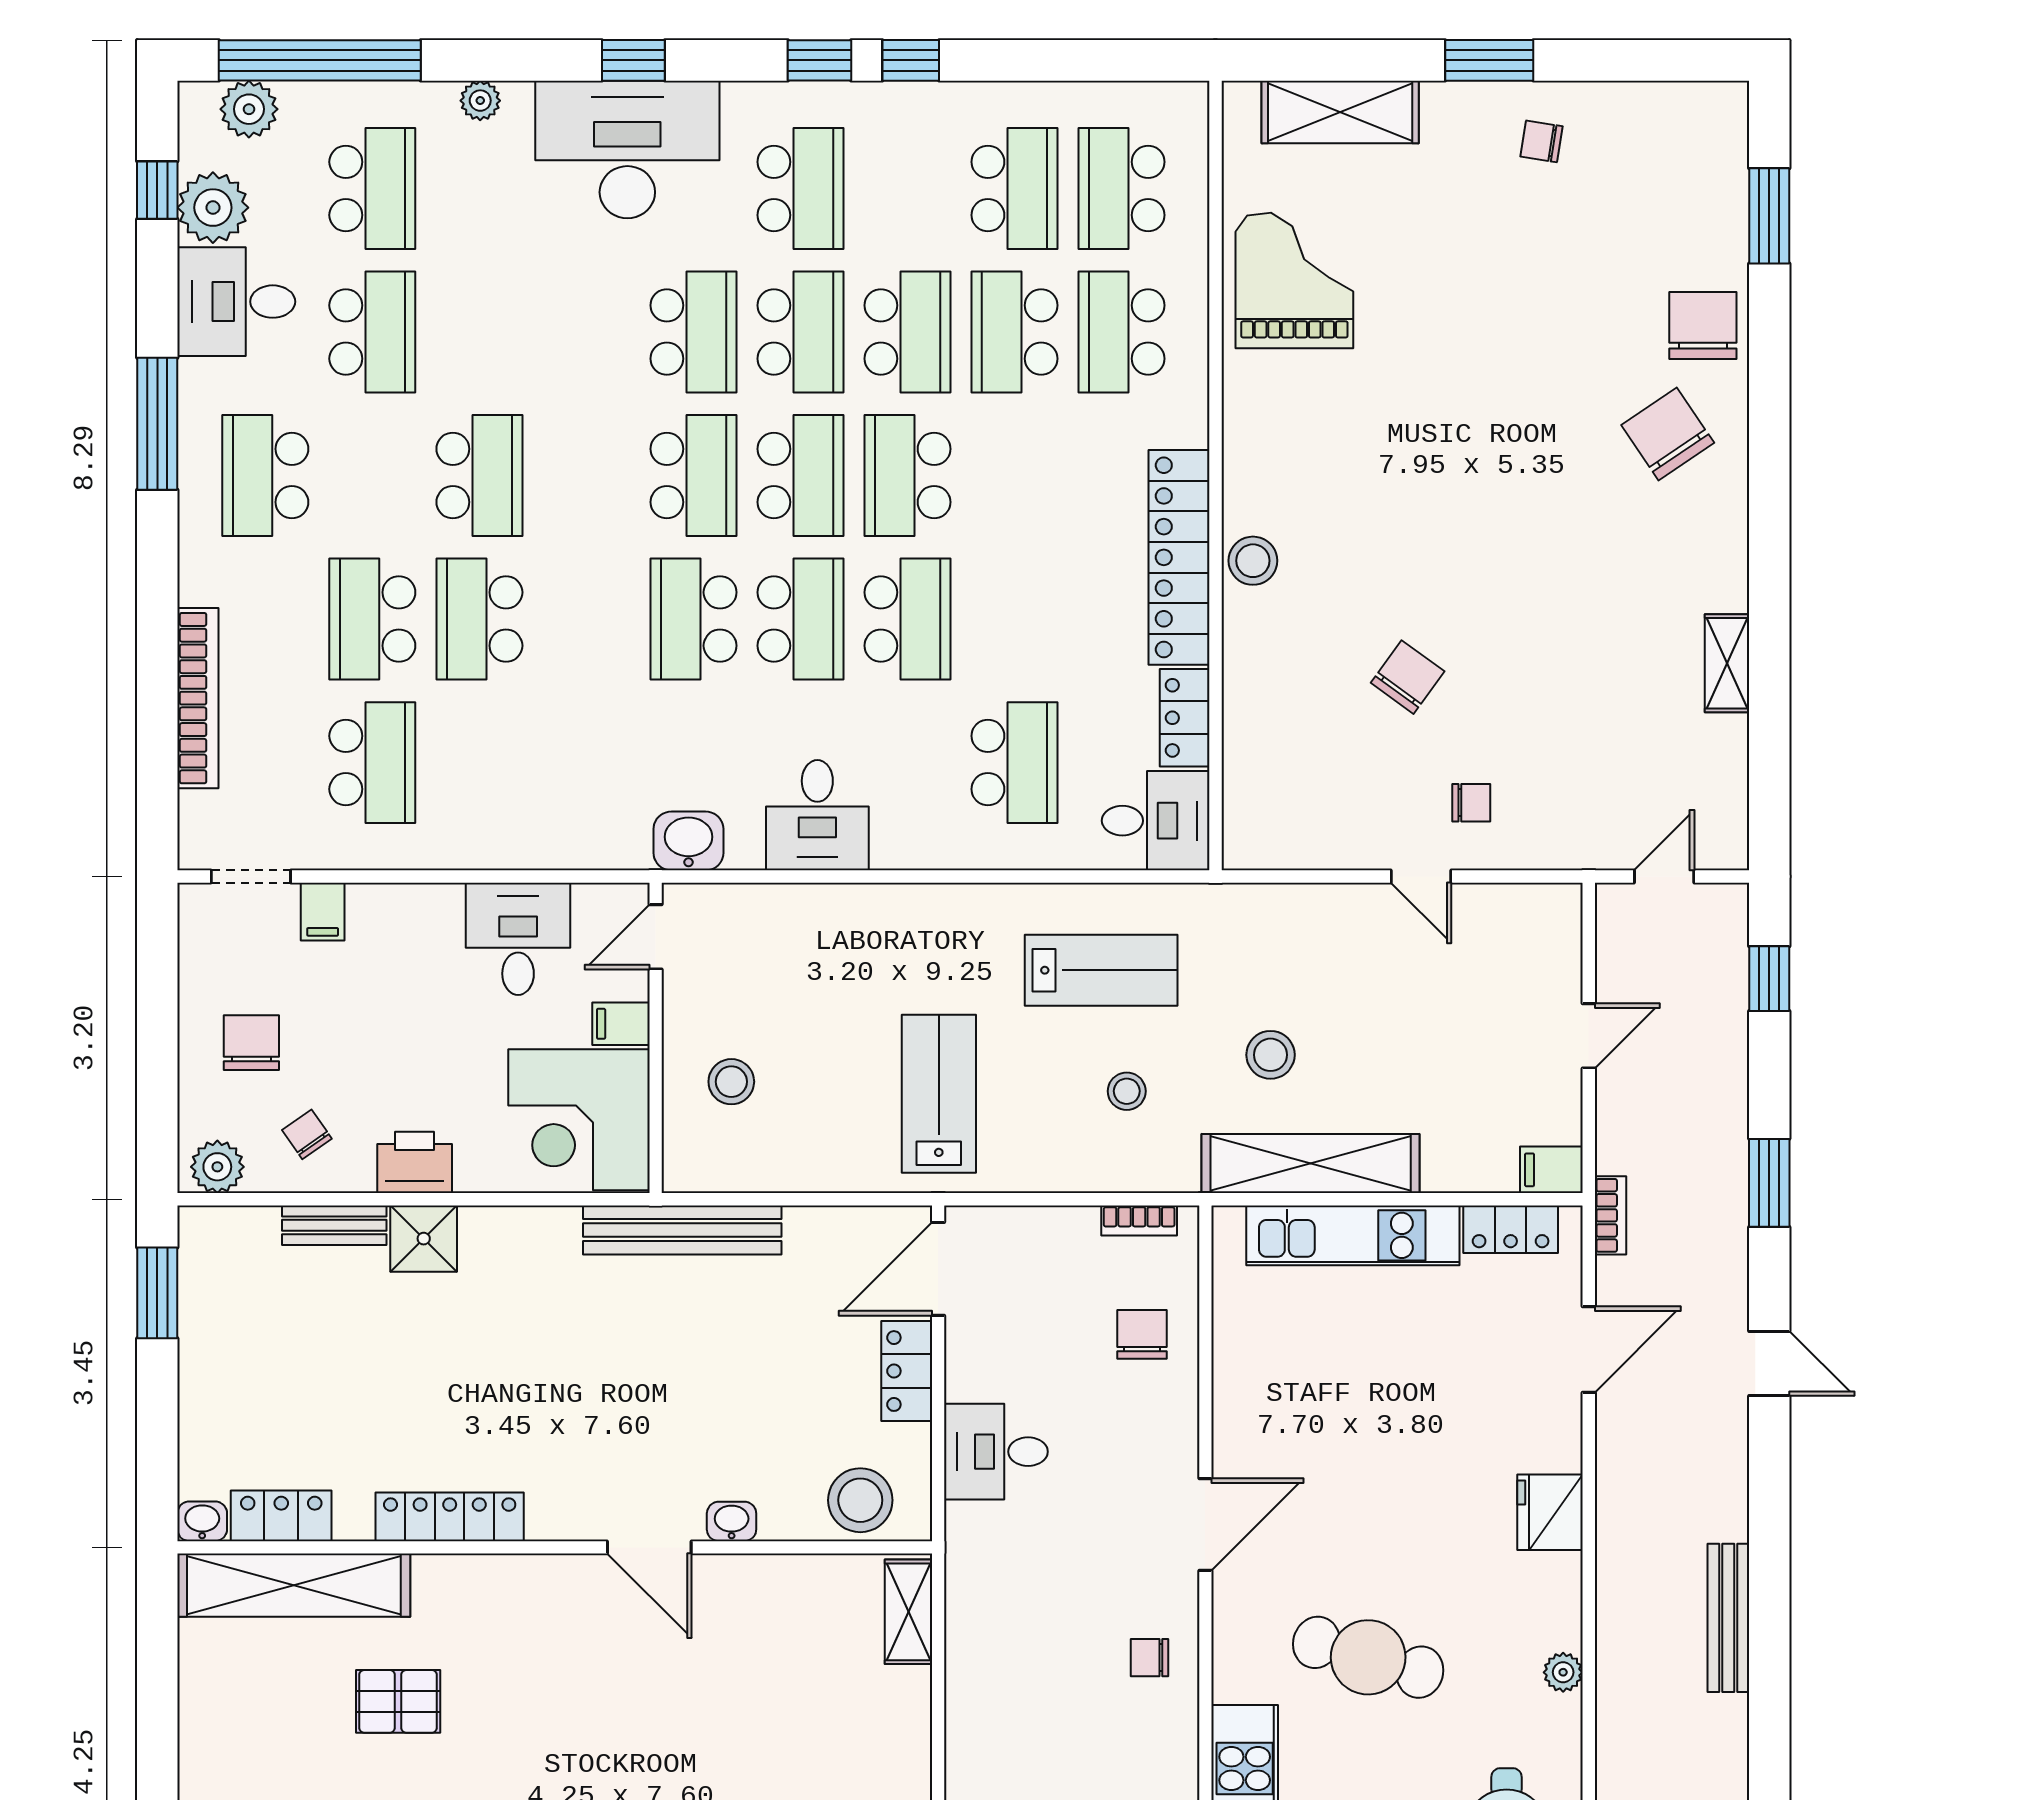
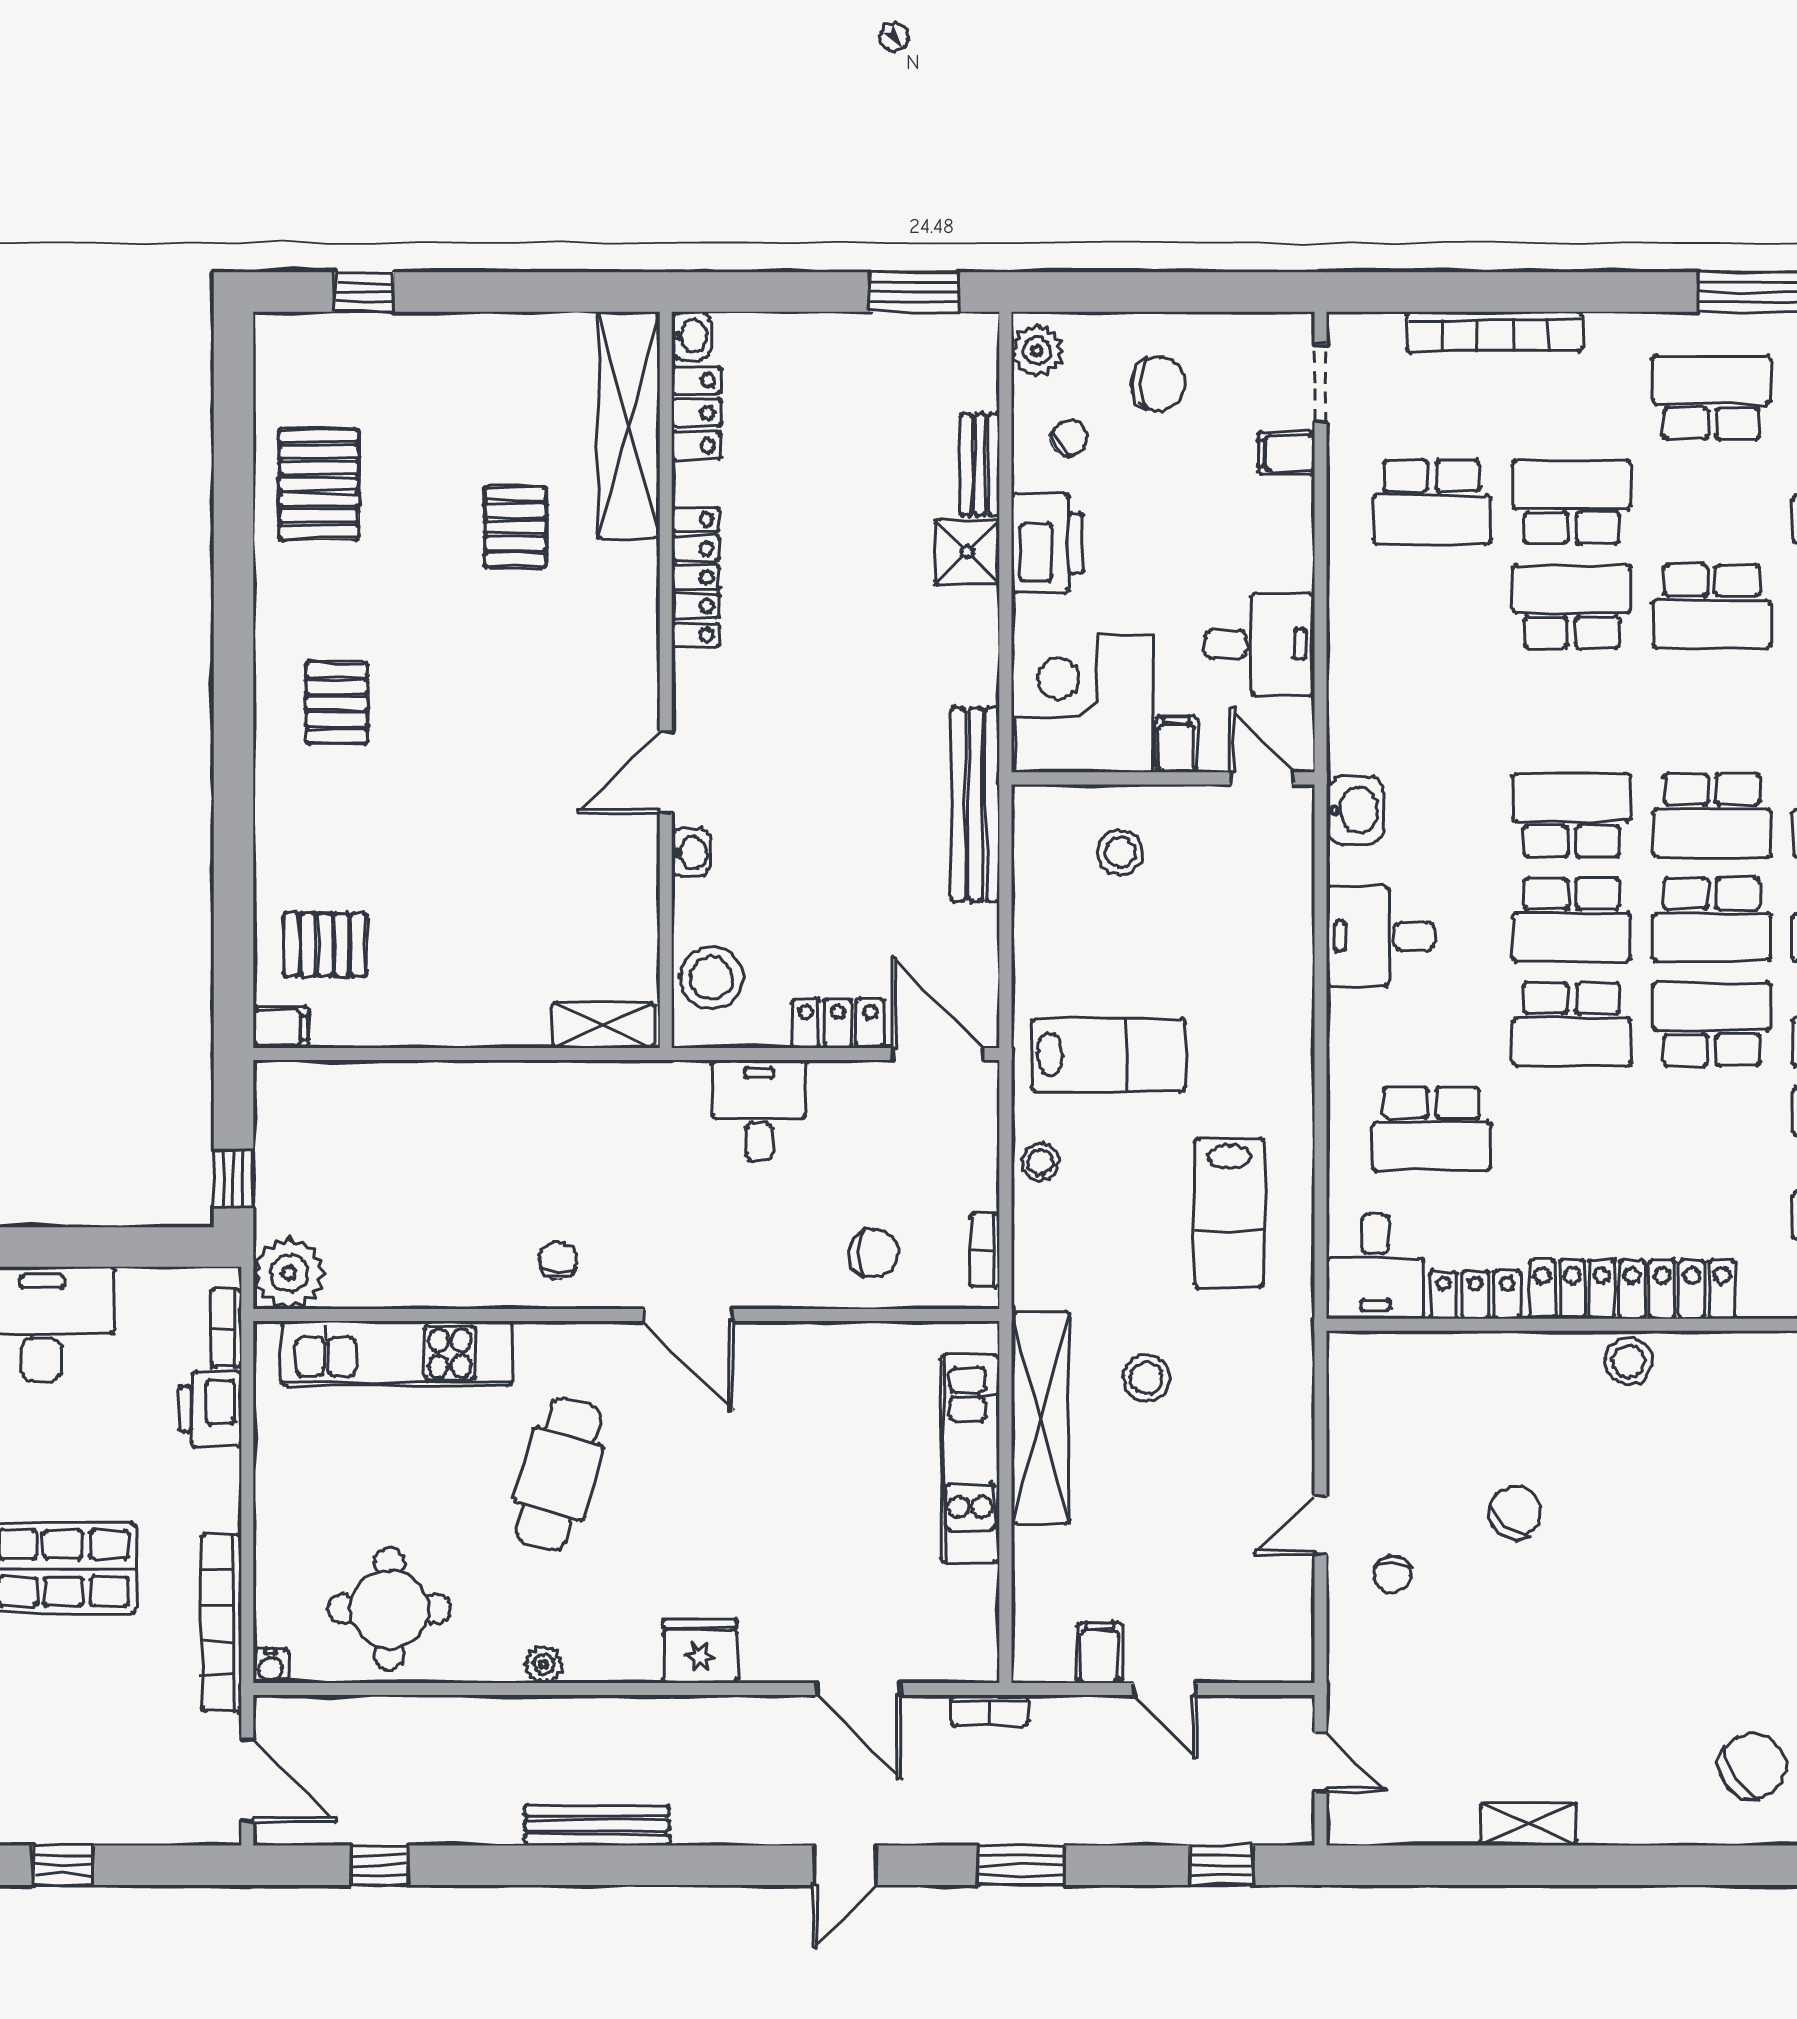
chair: (1408, 677) -> (1515, 1512), turned -88
stool: (1127, 1091) -> (1040, 1162), moved
printer: (415, 1162) -> (1047, 543), width x1.37, depth x1.19
filing cabinet: (1551, 1170) -> (1100, 1653), moved
locker: (1511, 1229) -> (976, 1613), removed

